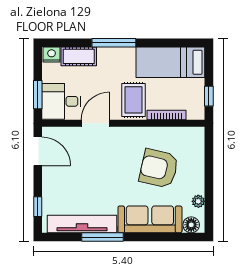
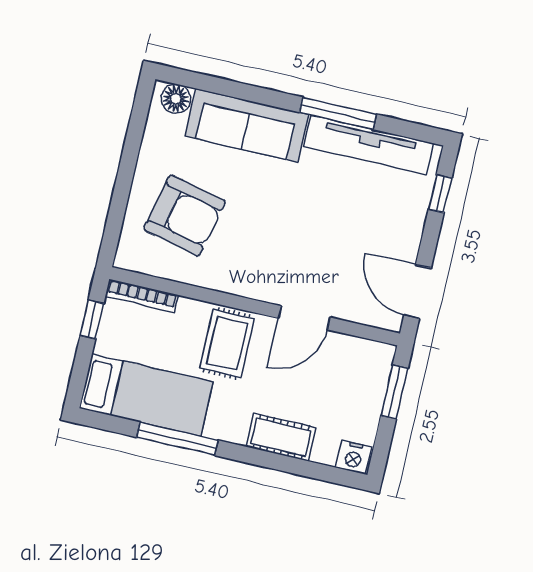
window: (114, 43) -> (177, 439), moved
cot: (79, 56) -> (281, 437), moved
desk: (61, 101) -> (355, 370), removed
bookcase: (167, 115) -> (142, 296), moved
armchair: (159, 168) -> (185, 216), moved
plant: (198, 201) -> (154, 138), removed

